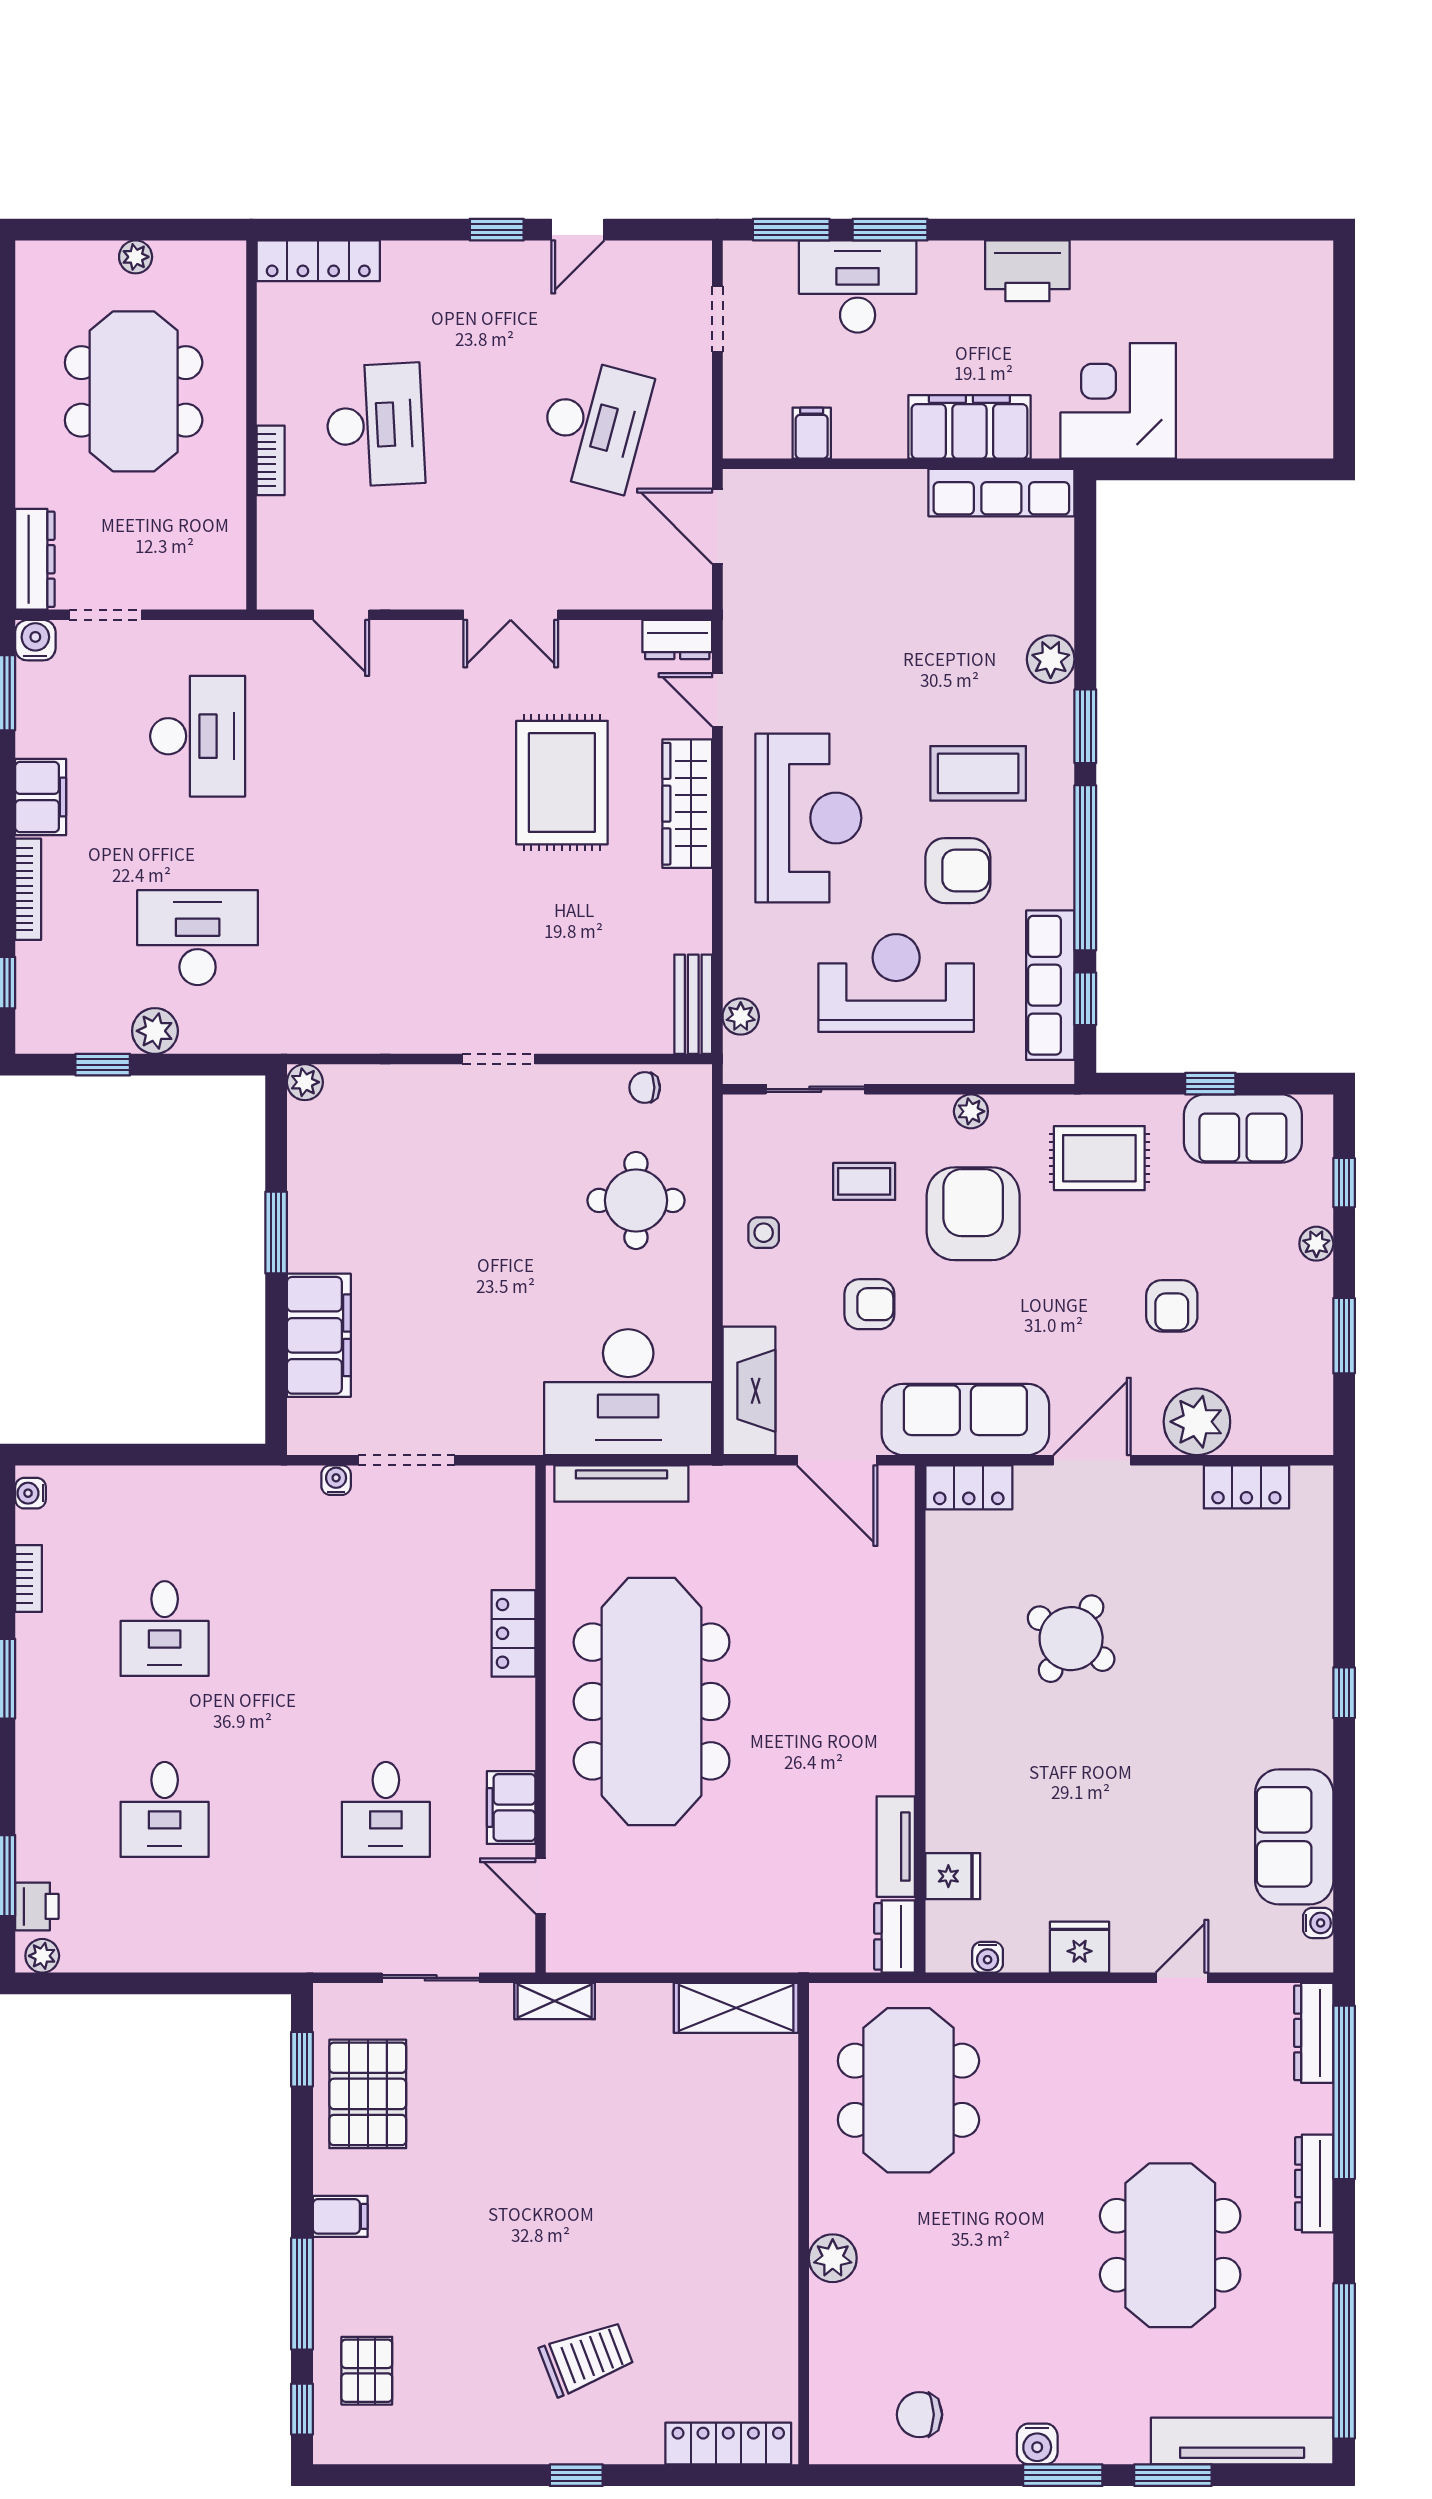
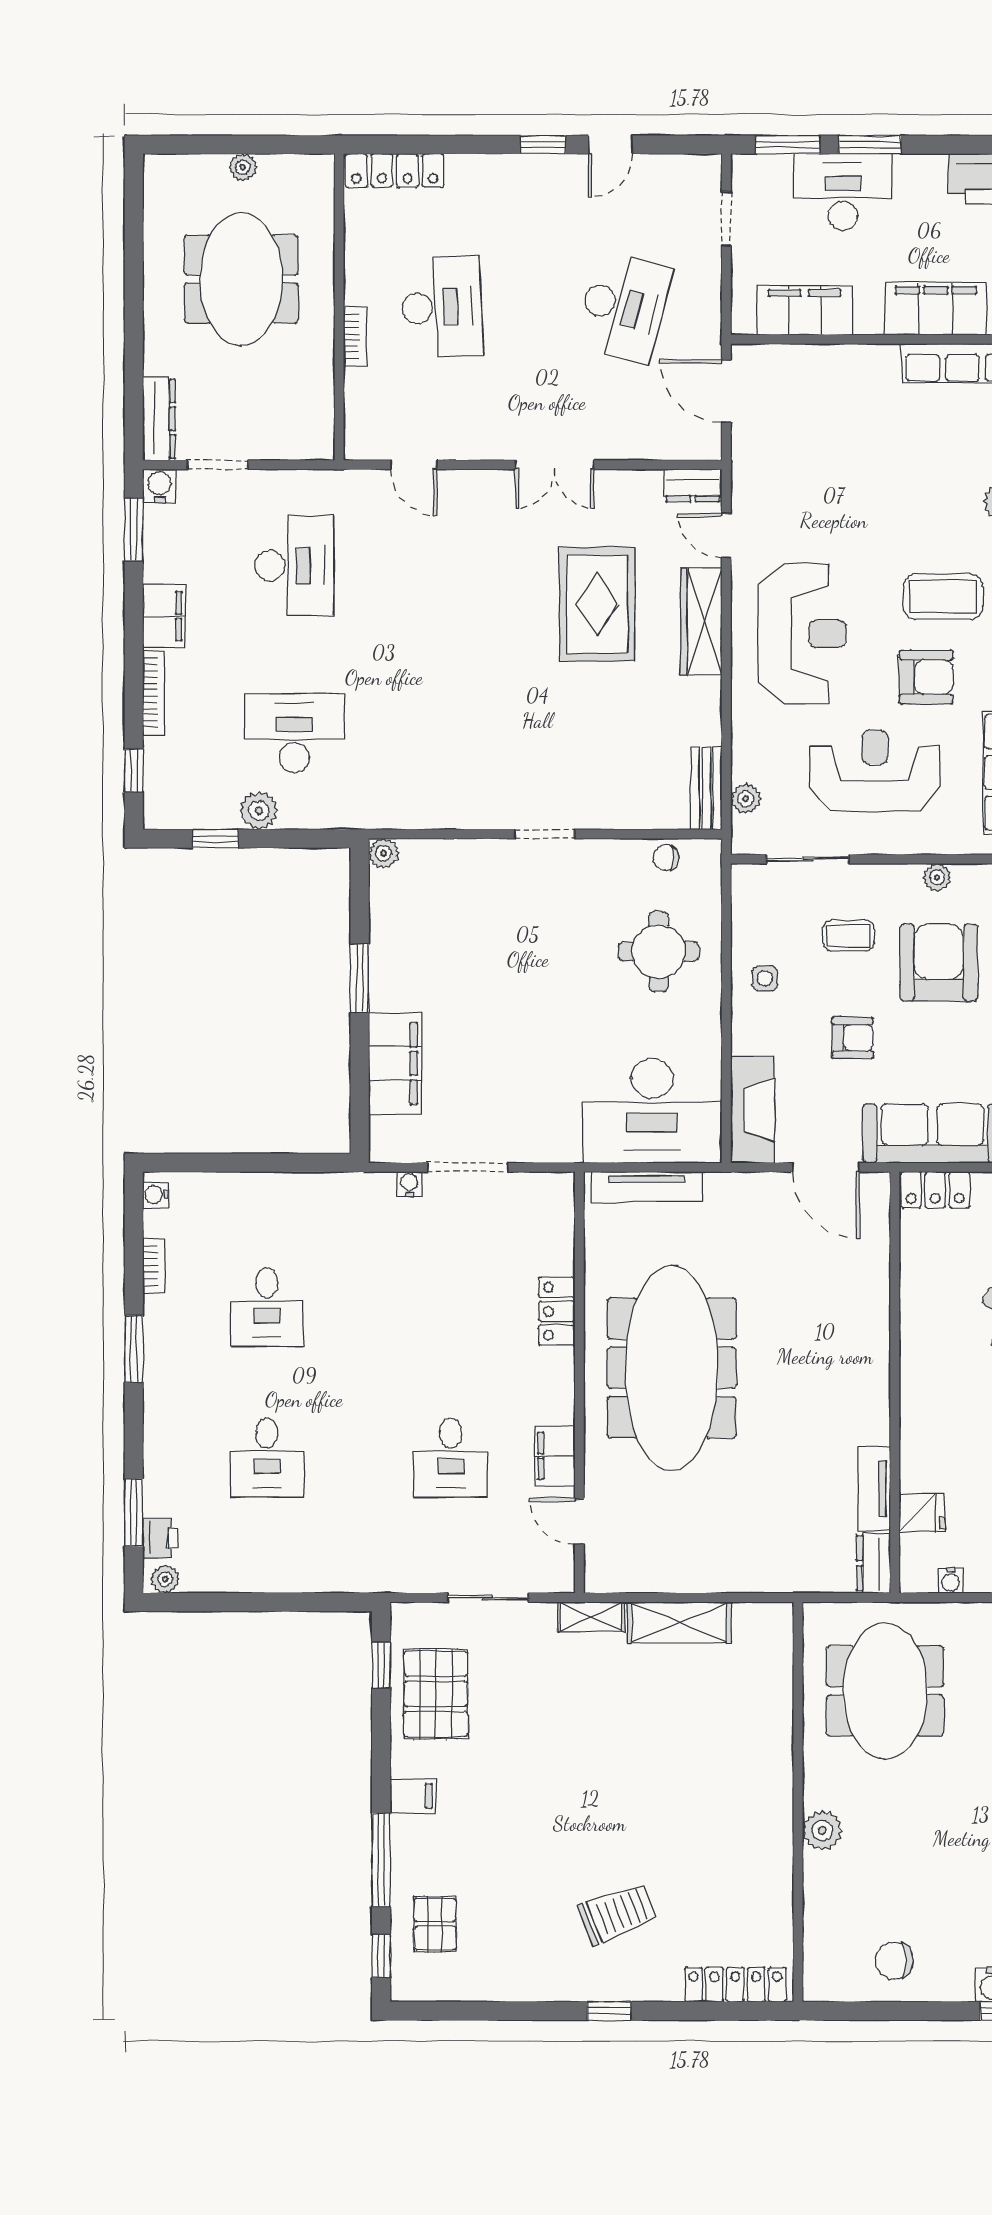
filing cabinet: (812, 433) -> (805, 310), width x3.00, depth x1.17
shelving: (736, 2008) -> (679, 1623), moved

